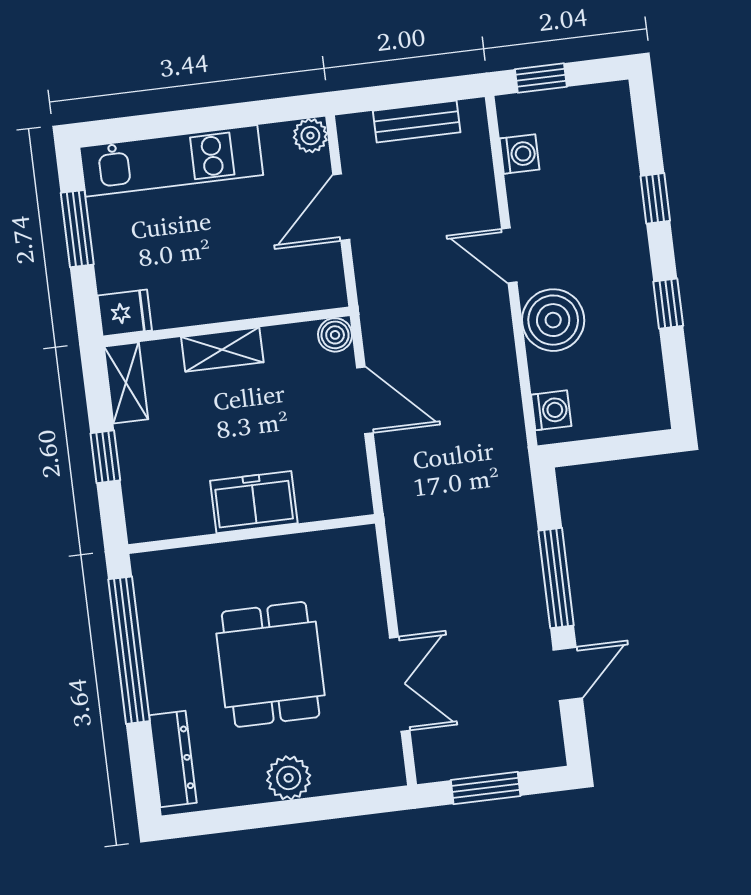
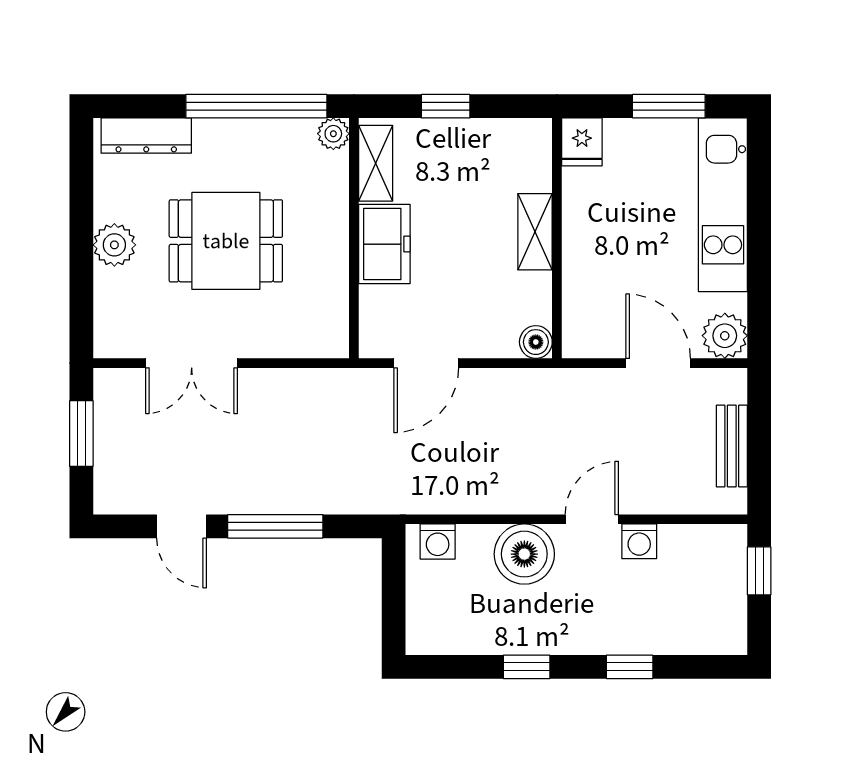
plant: (310, 136) -> (725, 336), width x1.38, depth x1.38
washing machine: (520, 154) -> (639, 541), moved
shelving: (126, 383) -> (376, 163), moved, turned 90
door: (365, 400) -> (426, 363), moved
plant: (148, 568) -> (333, 134), added

